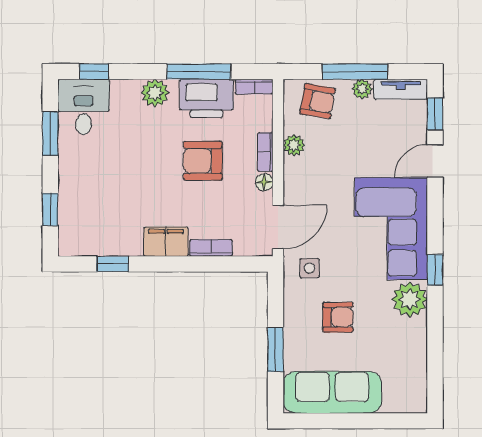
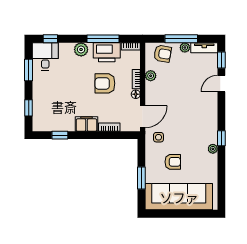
corner sofa: (391, 229) -> (199, 118), removed
plant: (410, 299) -> (213, 149), width x0.53, depth x0.53
sofa: (332, 392) -> (179, 197), width x1.36, depth x1.27

